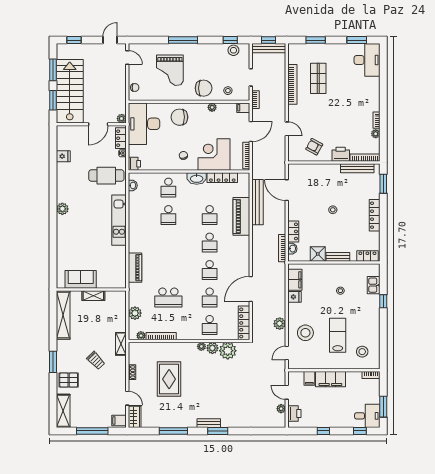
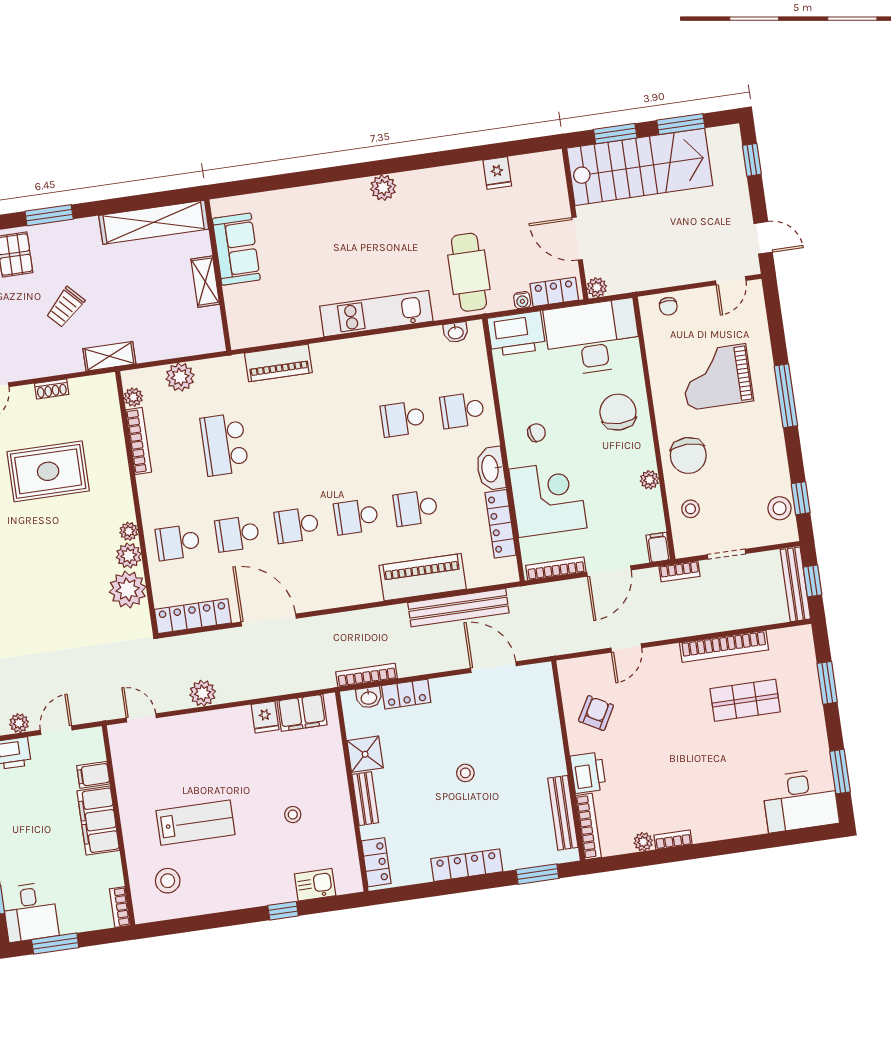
door: (251, 132) -> (609, 571), hinge flipped
printer: (134, 164) -> (516, 334), width x1.87, depth x1.48
door: (287, 190) -> (493, 667), hinge flipped
stool: (305, 333) -> (191, 752), removed

